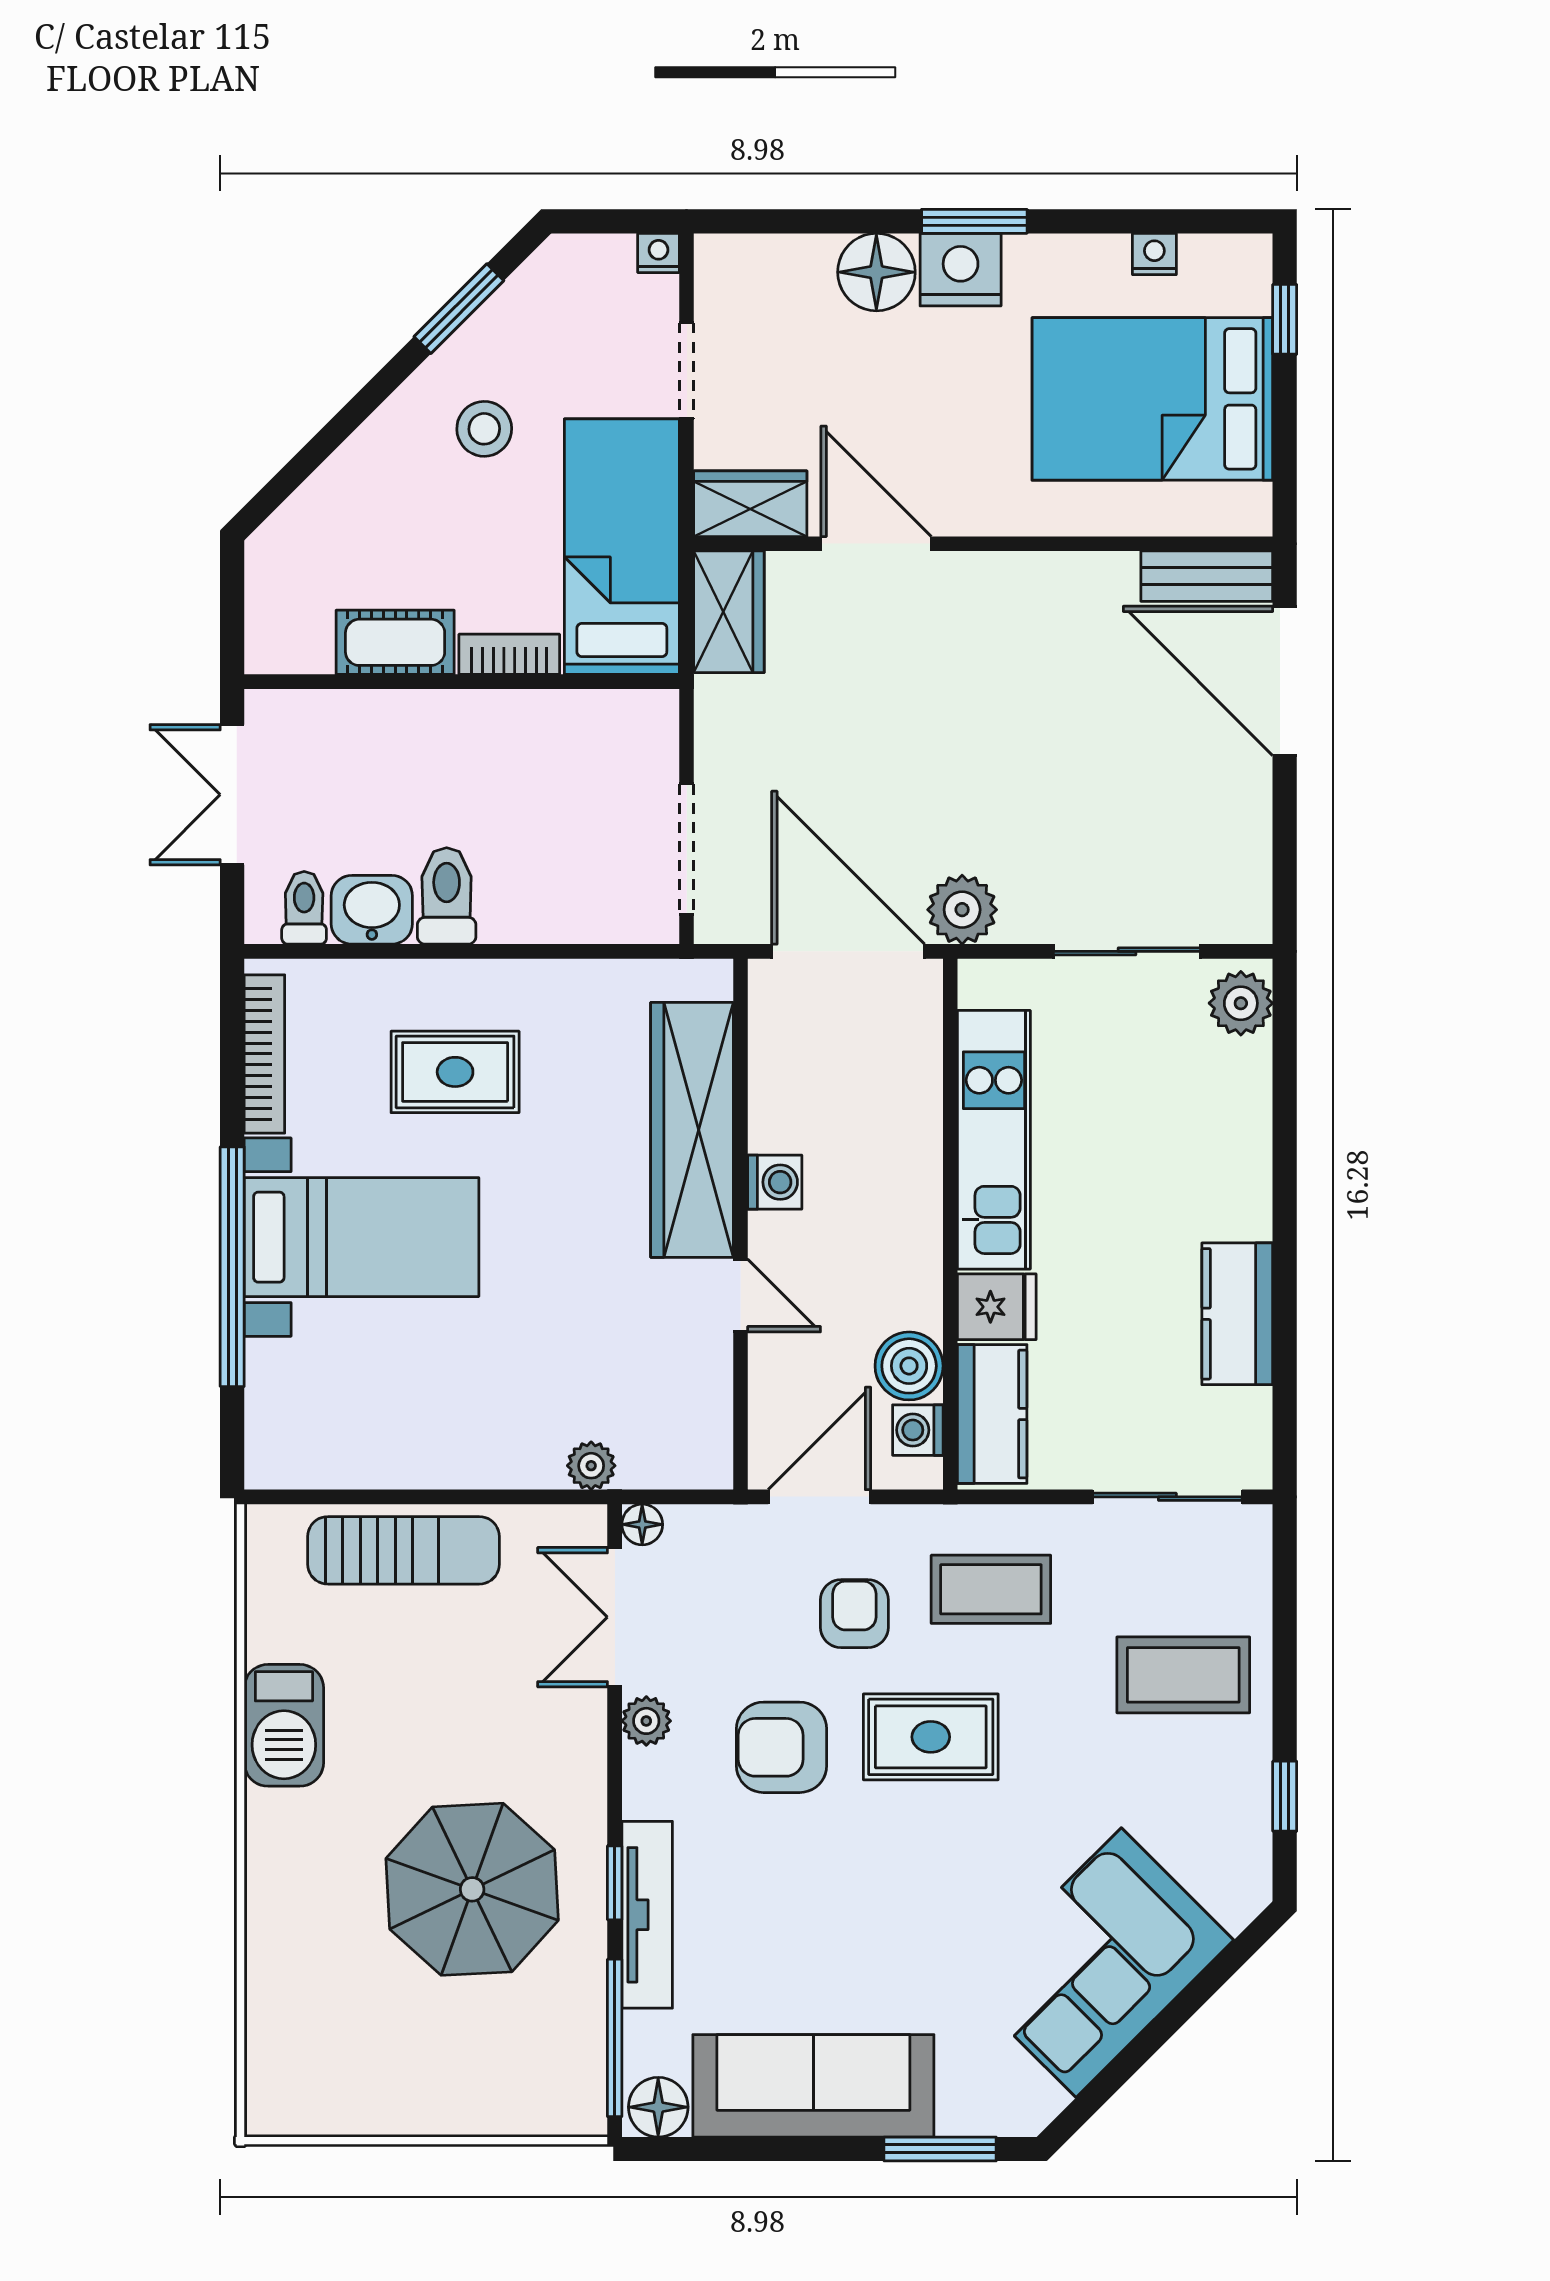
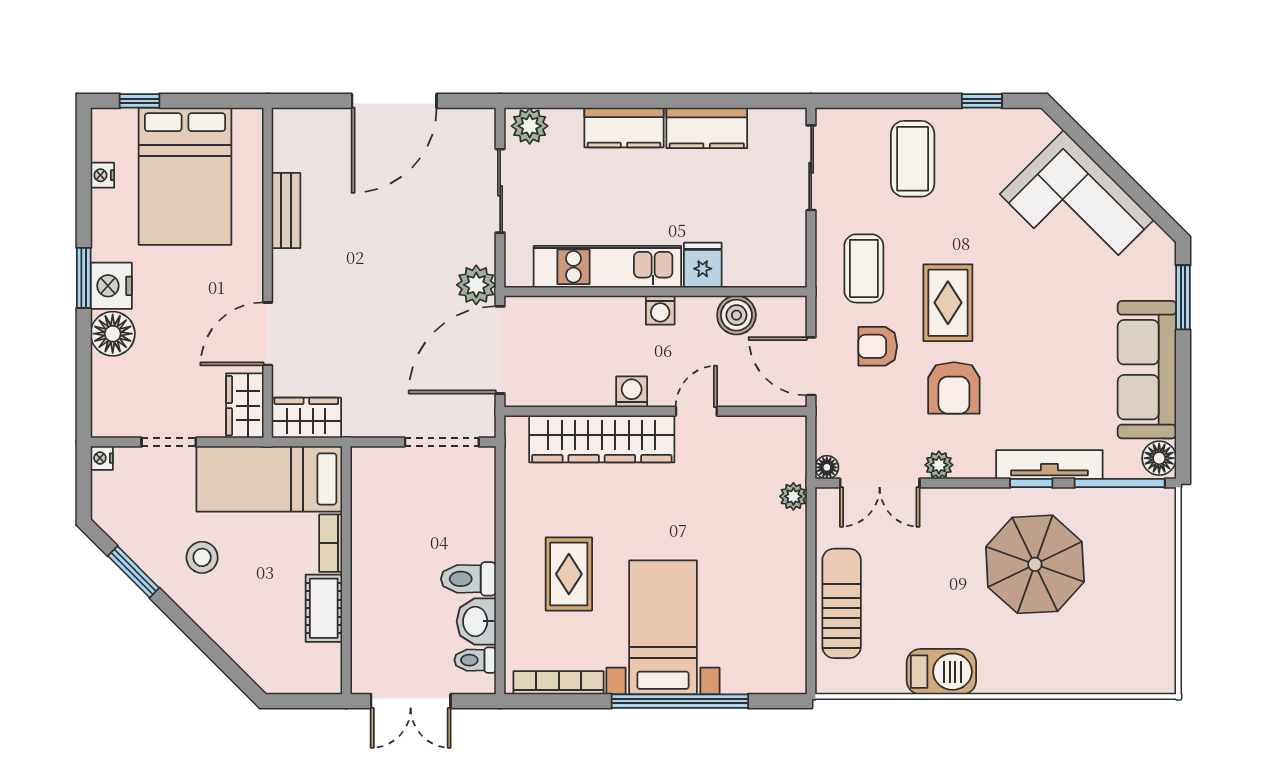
bench: (1207, 576) -> (286, 211), moved
door: (1285, 681) -> (394, 101), moved
kitchen counter: (992, 1414) -> (624, 128), moved, turned 180
washing machine: (918, 1430) -> (660, 310), moved

